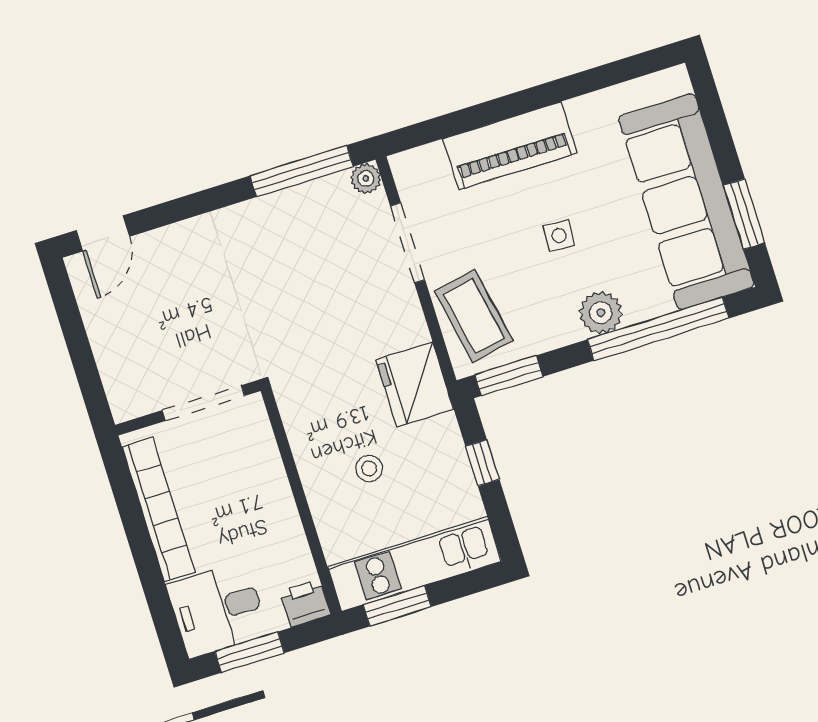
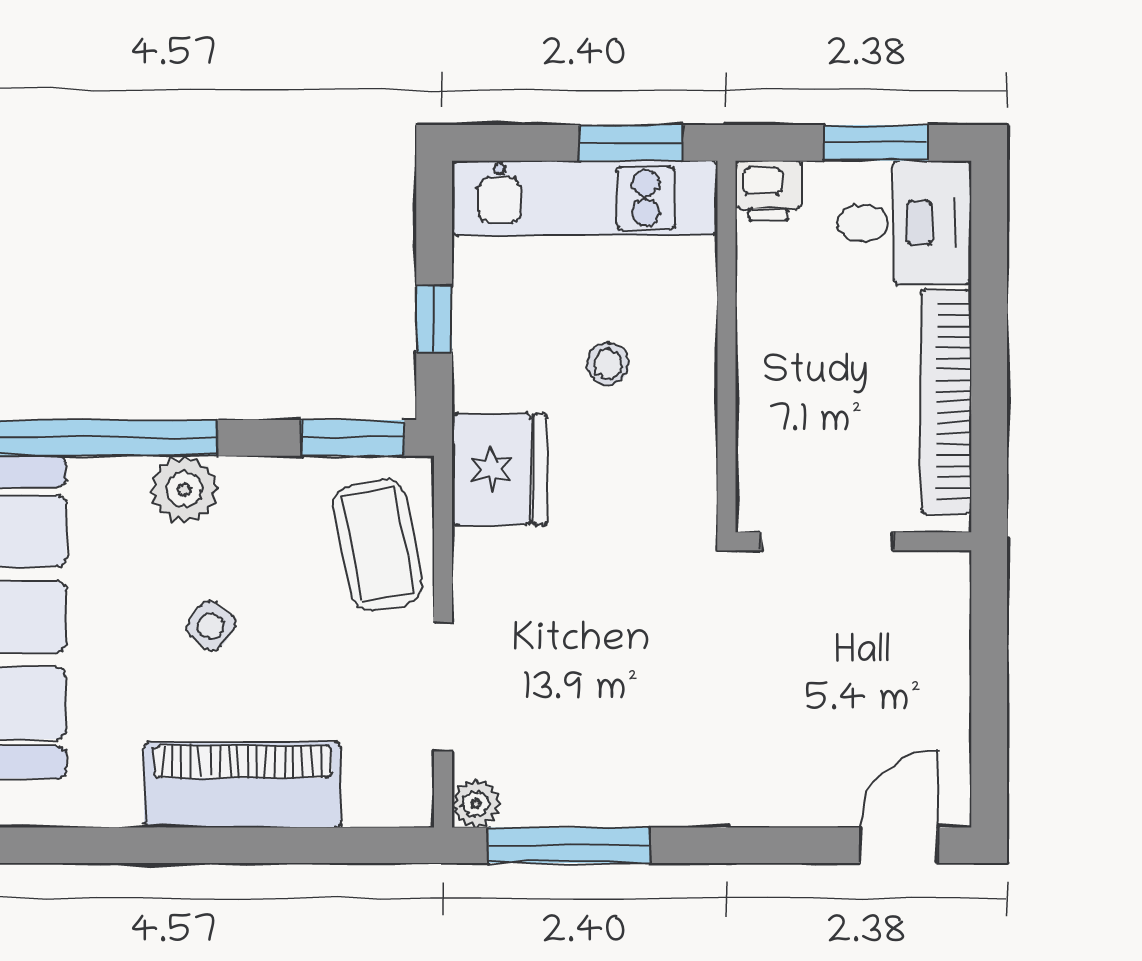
side table: (559, 236) -> (211, 626), turned 32

